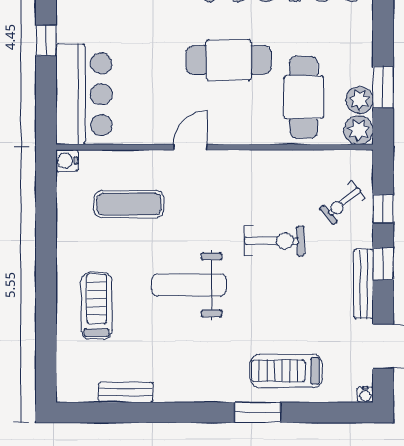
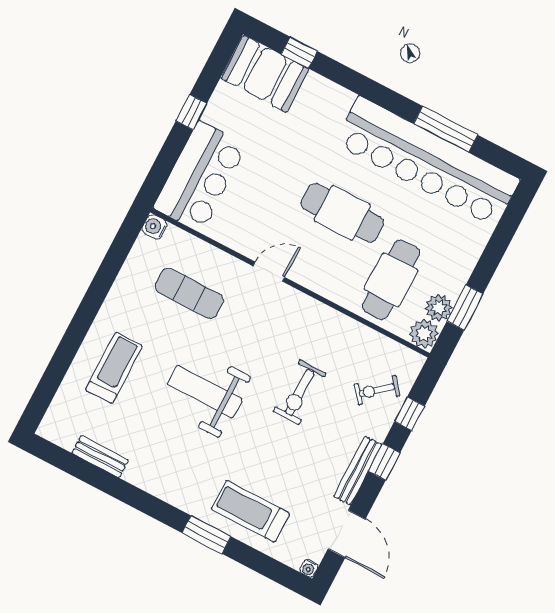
exercise bike: (274, 241) -> (300, 392), turned 90

